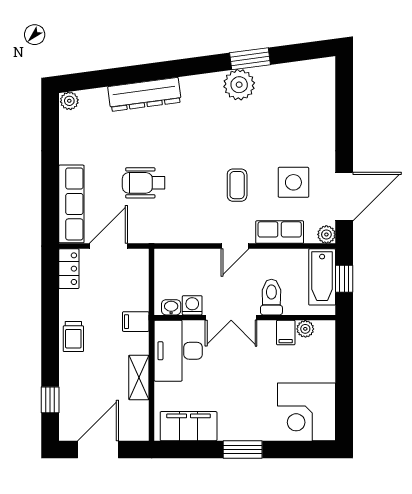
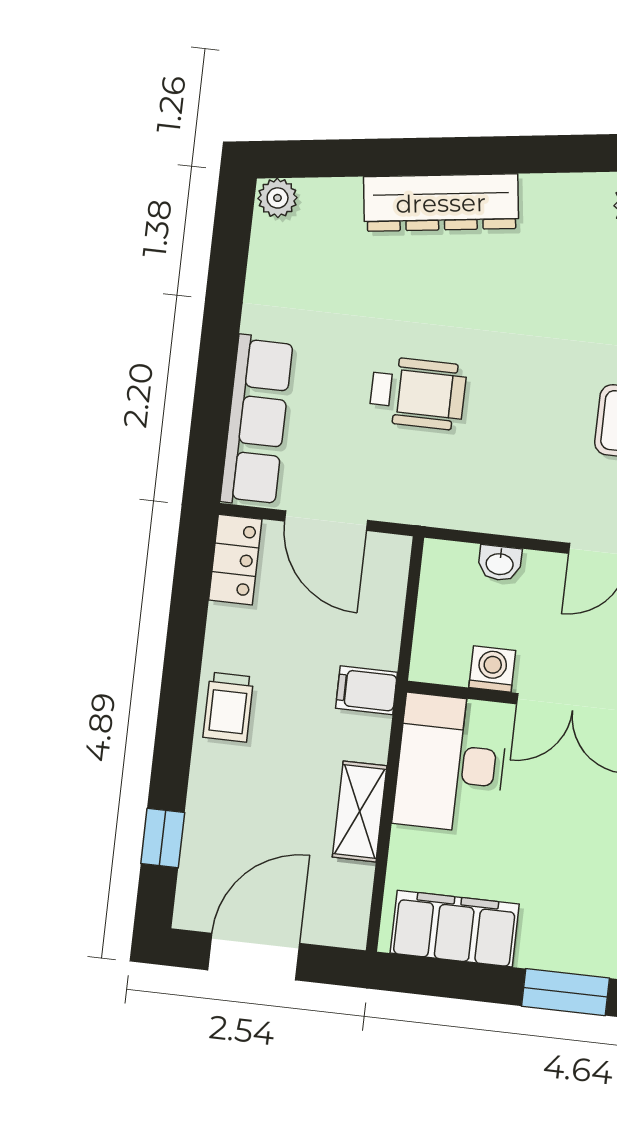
wheelchair: (144, 183) -> (418, 393), turned 180
door: (108, 246) -> (326, 521), swing flipped
washbasin: (171, 307) -> (500, 563), moved, turned 180

